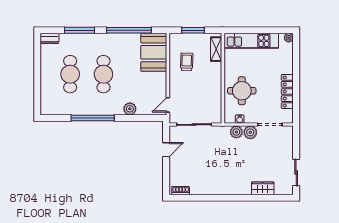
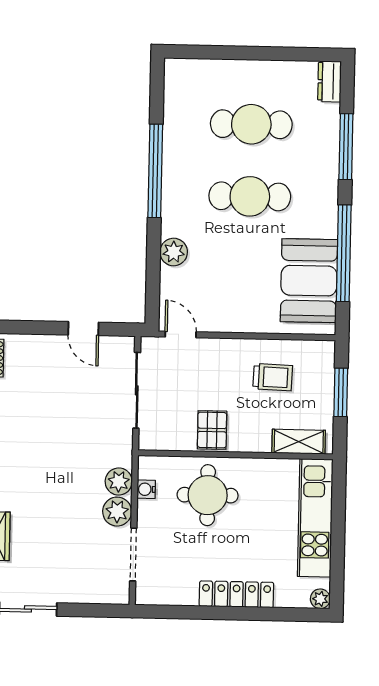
booth: (154, 52) -> (309, 281), moved, turned 90
pallet: (212, 89) -> (212, 430), added
locker: (287, 91) -> (236, 594), moved

